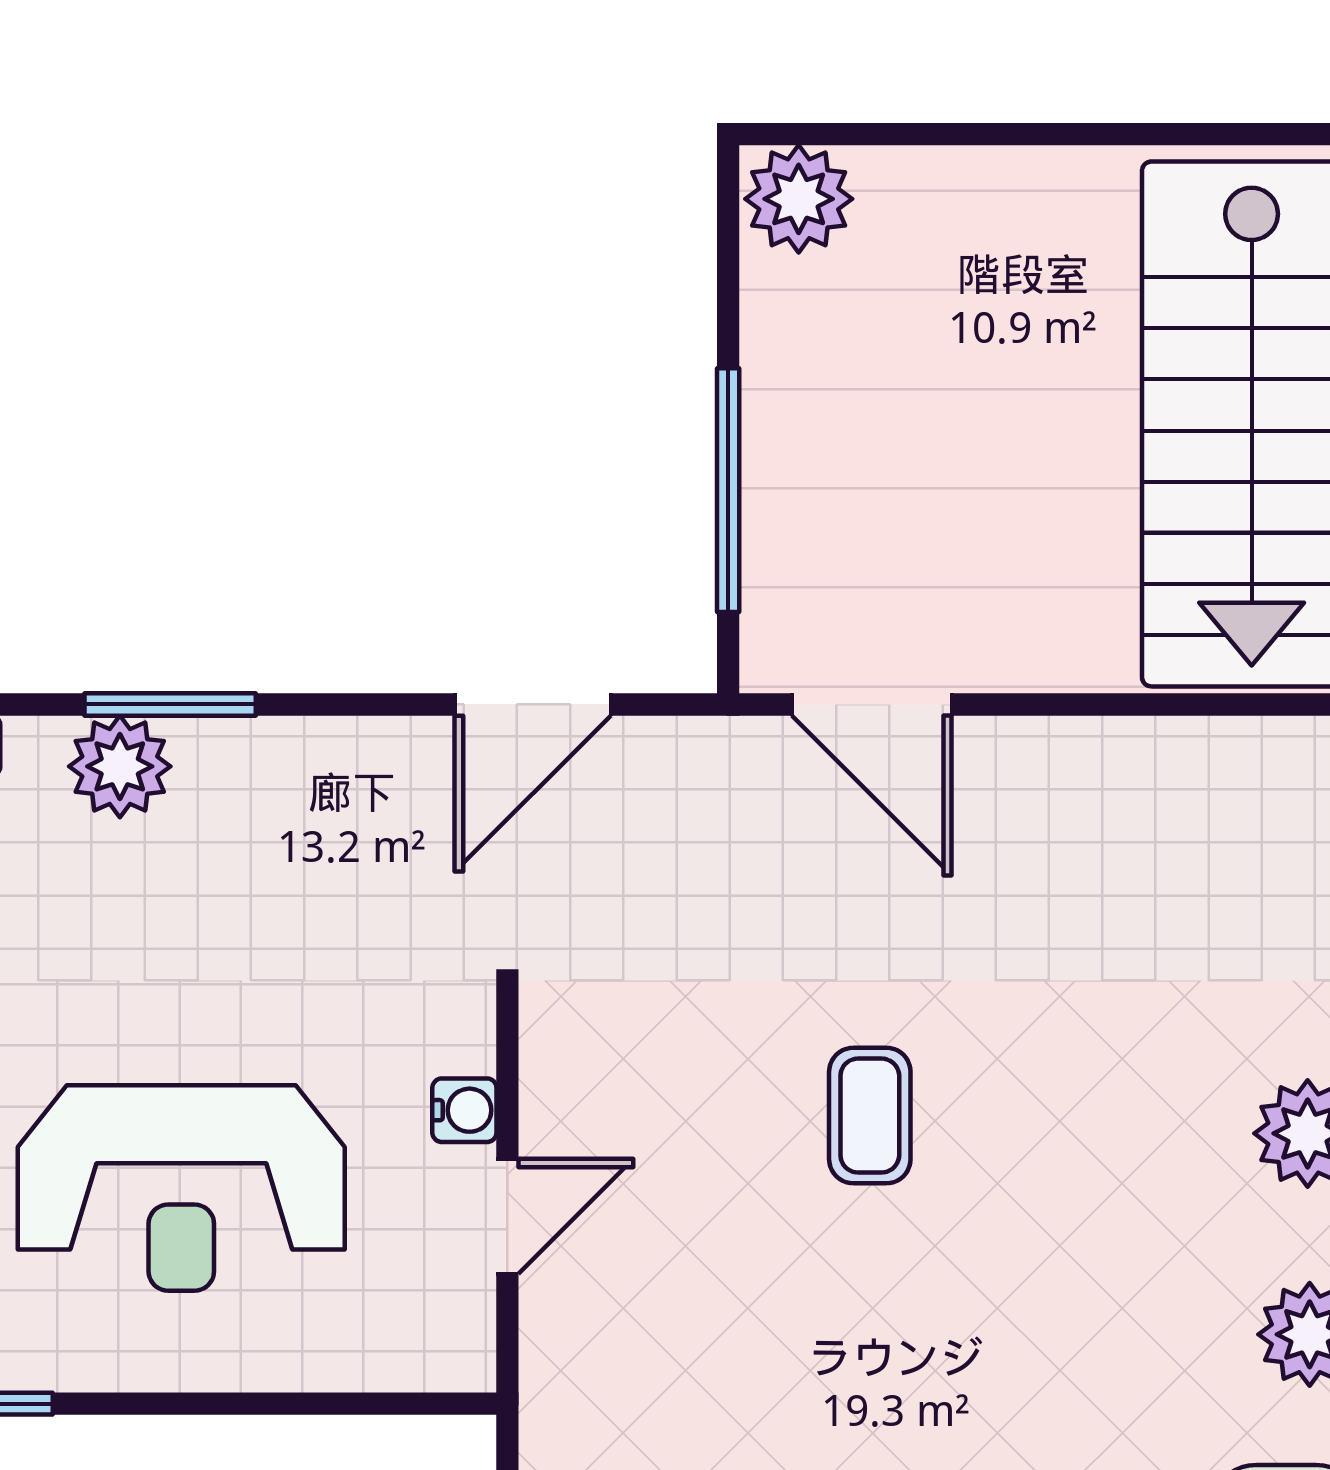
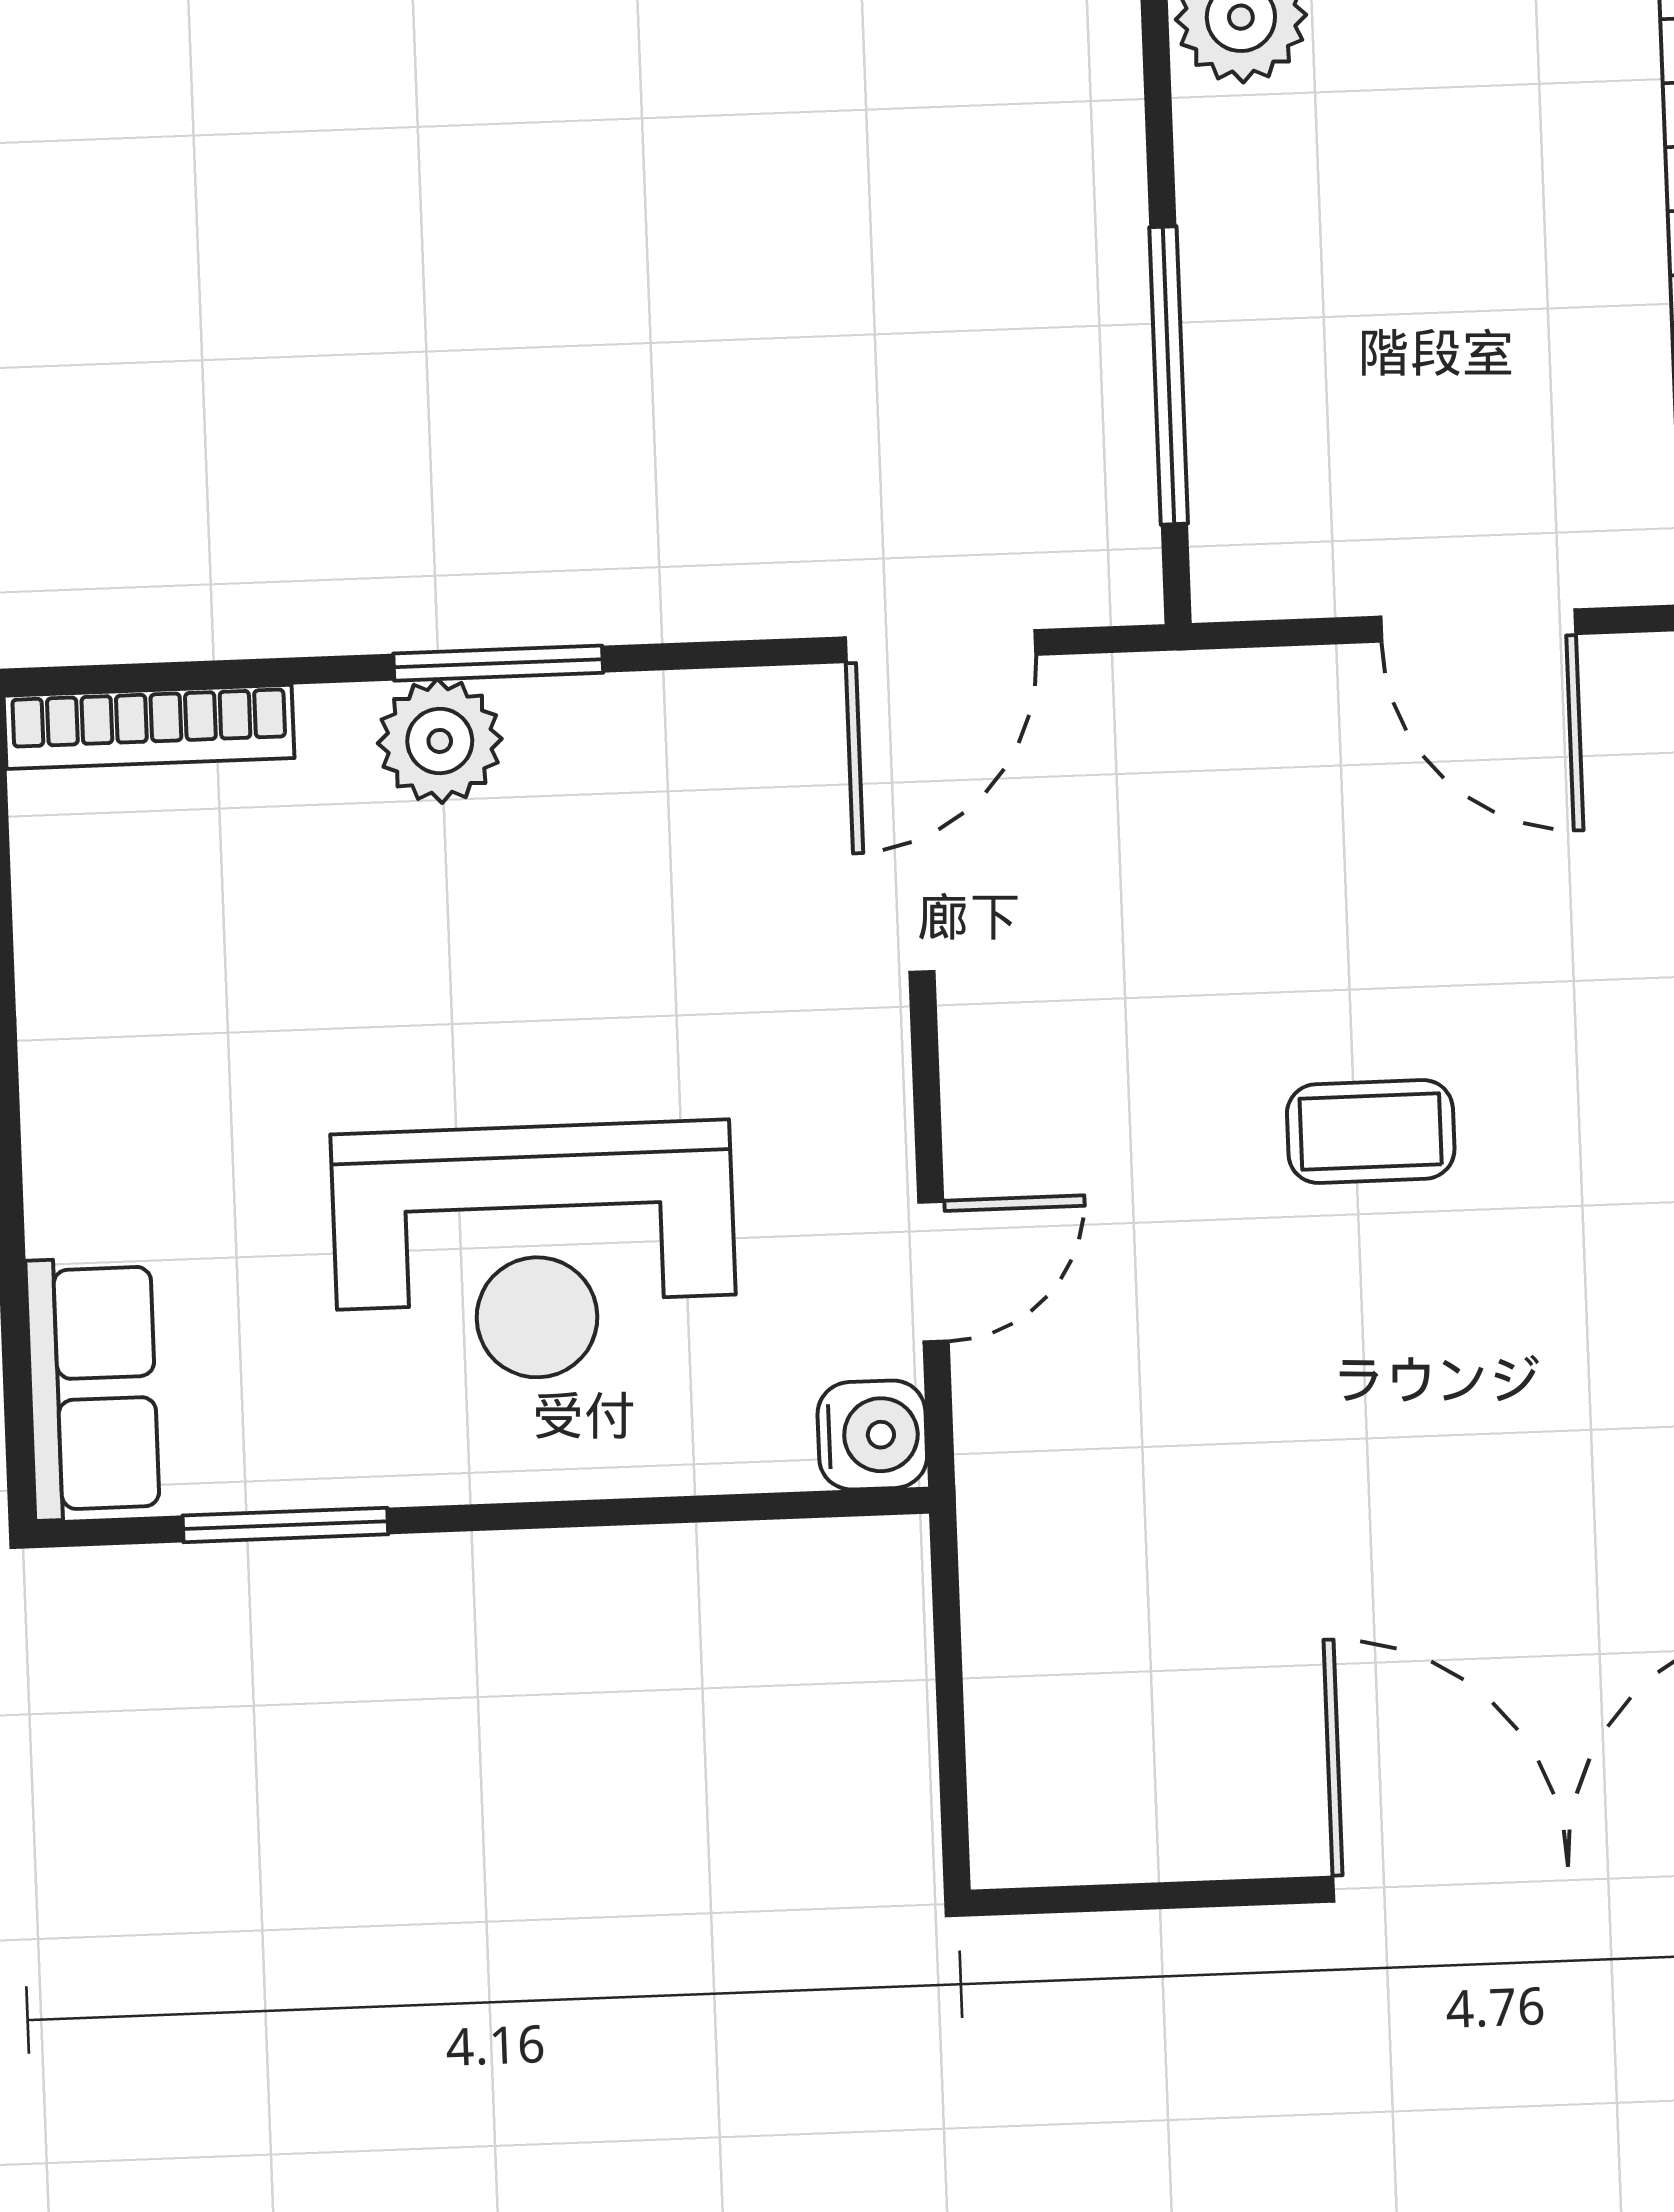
door: (872, 704) -> (1478, 625), moved
water cooler: (464, 1110) -> (872, 1435), moved, width x1.38, depth x1.38
coffee table: (870, 1116) -> (1371, 1132), turned 90

